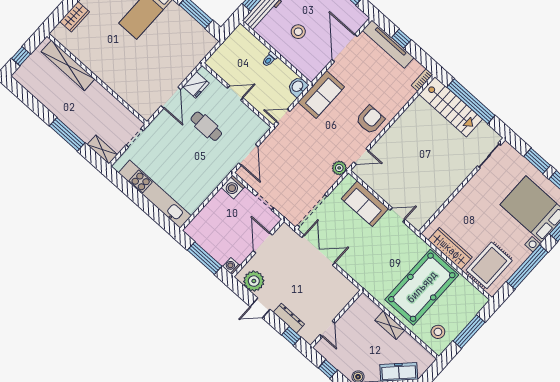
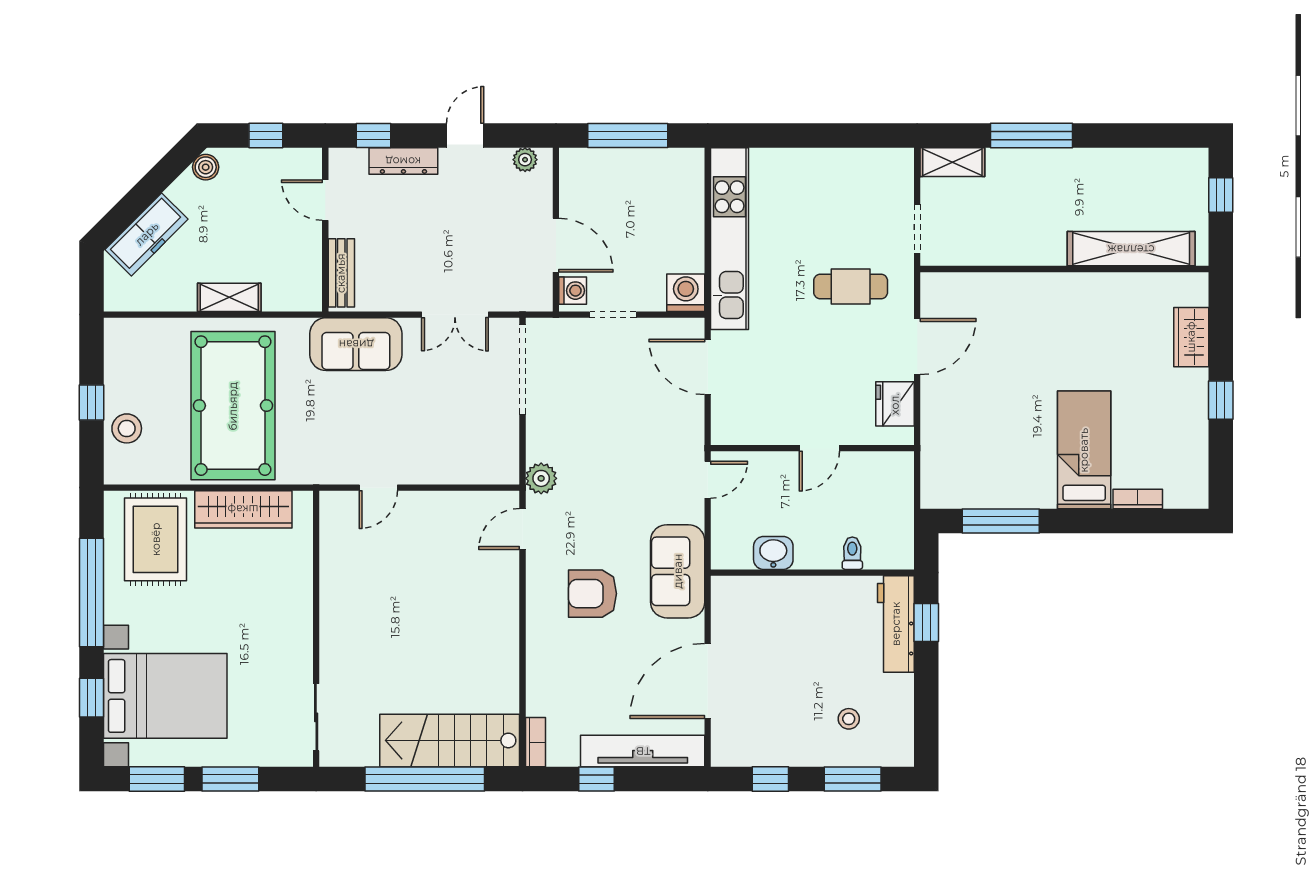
stool: (298, 32) -> (807, 640), removed
window: (401, 39) -> (597, 779), moved
door: (345, 48) -> (708, 681), swing flipped
toilet: (270, 59) -> (852, 553), moved
washbasin: (298, 87) -> (773, 553), moved, turned -90
door: (171, 98) -> (917, 347), swing flipped
armchair: (370, 120) -> (593, 594), moved, turned 90
cafe table: (206, 126) -> (851, 287), moved
kitchen unit: (155, 194) -> (730, 239), moved, turned -90
sofa: (365, 204) -> (356, 344), moved, turned 180
double door: (318, 250) -> (455, 315), width x0.73
washing machine: (231, 266) -> (573, 291), moved
plant: (254, 281) -> (525, 160), width x0.53, depth x0.53
bench: (344, 299) -> (341, 273), added
stool: (438, 332) -> (127, 428), moved
window: (469, 332) -> (91, 403), width x0.46

